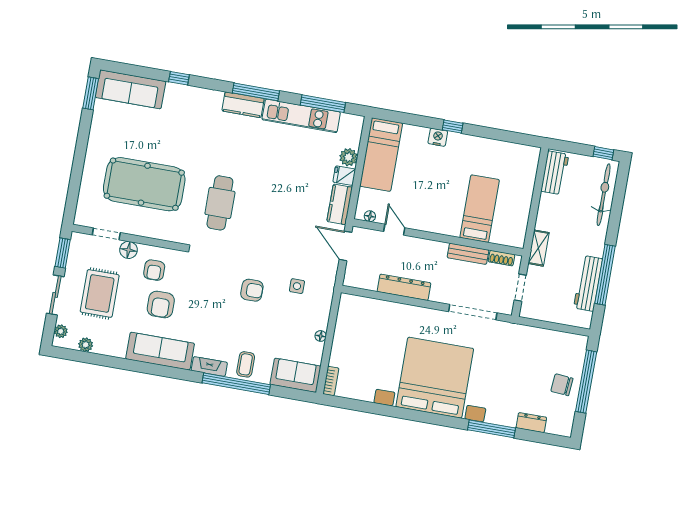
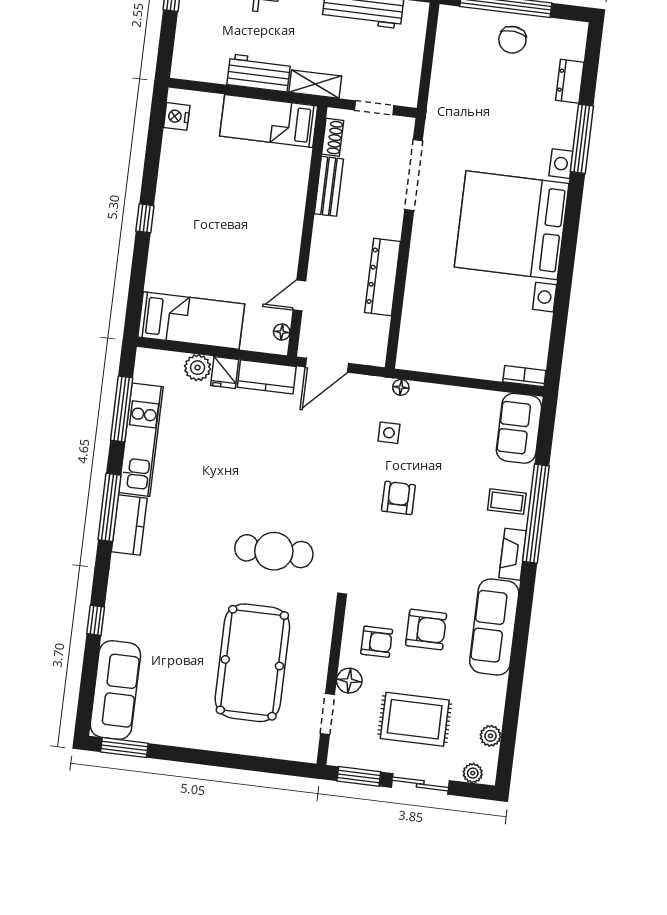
nightstand: (438, 137) -> (177, 116), moved
workbench: (555, 173) -> (259, 73), moved
bed: (480, 209) -> (269, 121), moved
floor lamp: (321, 336) -> (401, 387), moved

